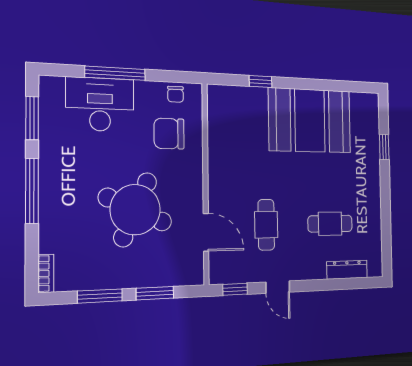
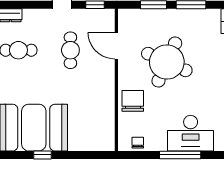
window: (261, 81) -> (43, 155), moved
chair: (169, 134) -> (133, 101), moved, turned -90

